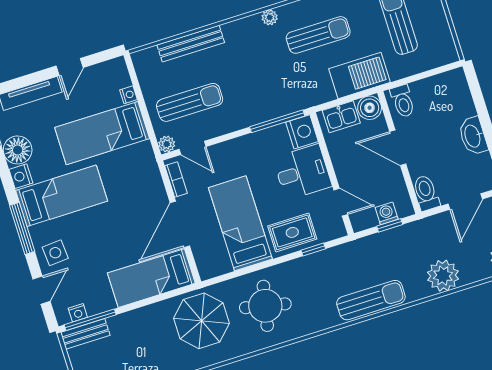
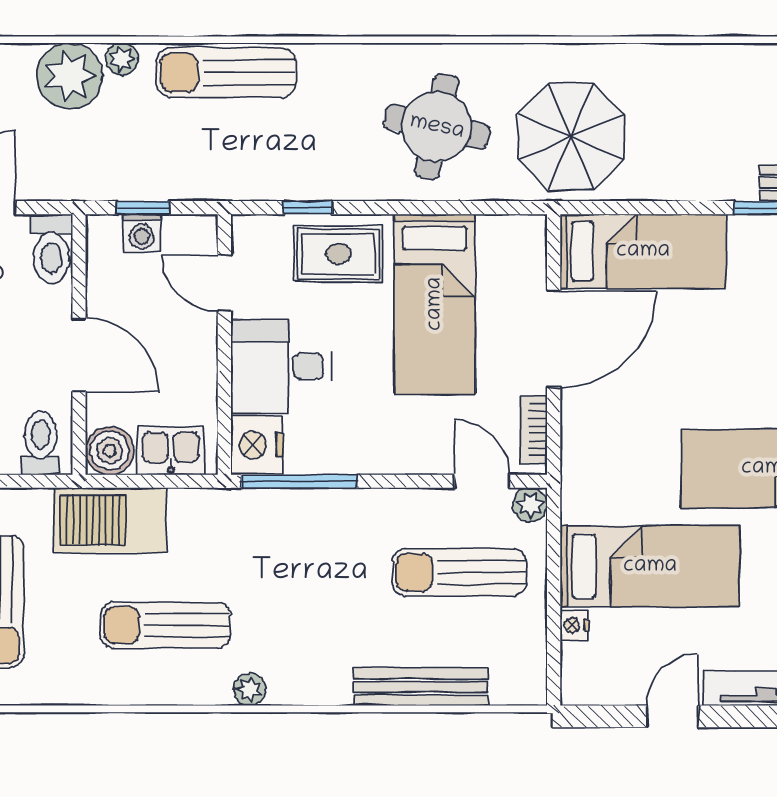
plant: (421, 291) -> (122, 59), added

